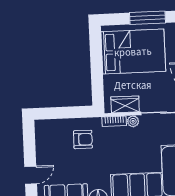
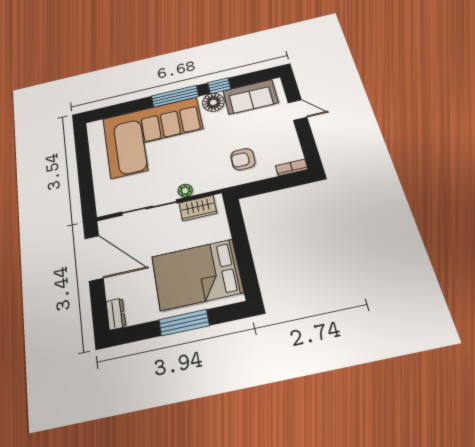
bookcase: (114, 121) -> (292, 167), moved
door: (31, 175) -> (297, 110), swing flipped

